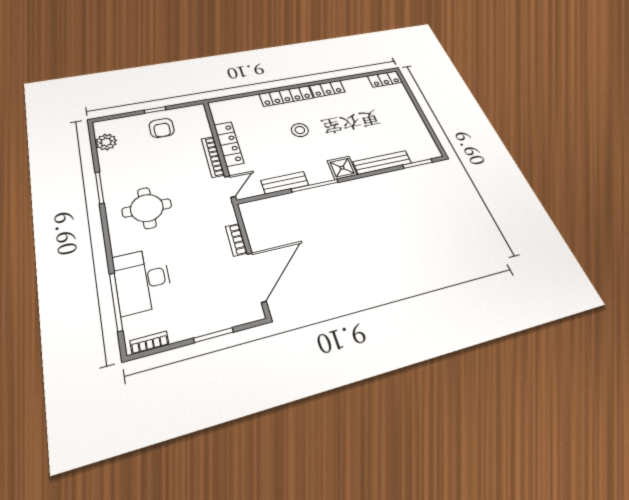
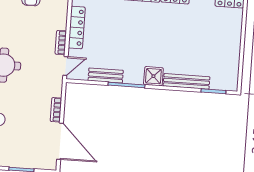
stool: (300, 130) -> (136, 31), removed
bookcase: (213, 157) -> (61, 43), width x0.64
door: (256, 277) -> (60, 141), hinge flipped

